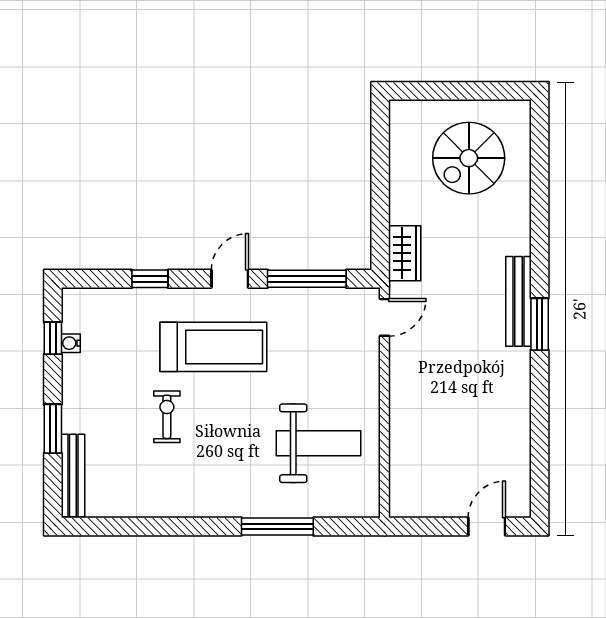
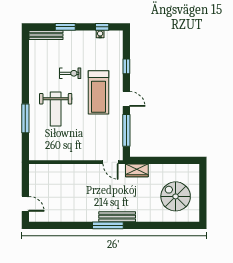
window: (540, 324) -> (108, 225), width x1.44
weight bench: (319, 443) -> (56, 109), moved

